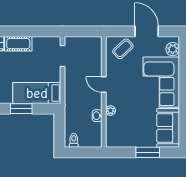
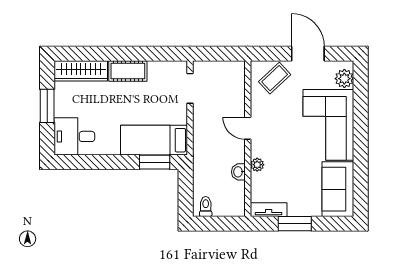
window: (21, 109) -> (155, 162), moved
tv unit: (119, 143) -> (269, 210), added
window: (148, 152) -> (295, 224), moved

